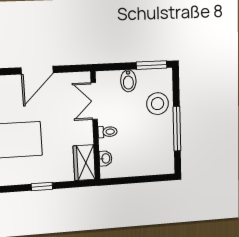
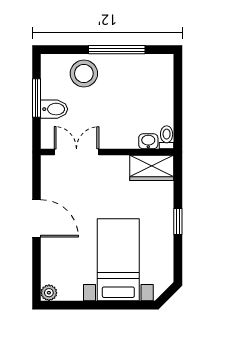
window: (152, 65) -> (37, 98), moved
double door: (94, 101) -> (77, 152), swing flipped
toilet: (108, 132) -> (167, 137), moved

